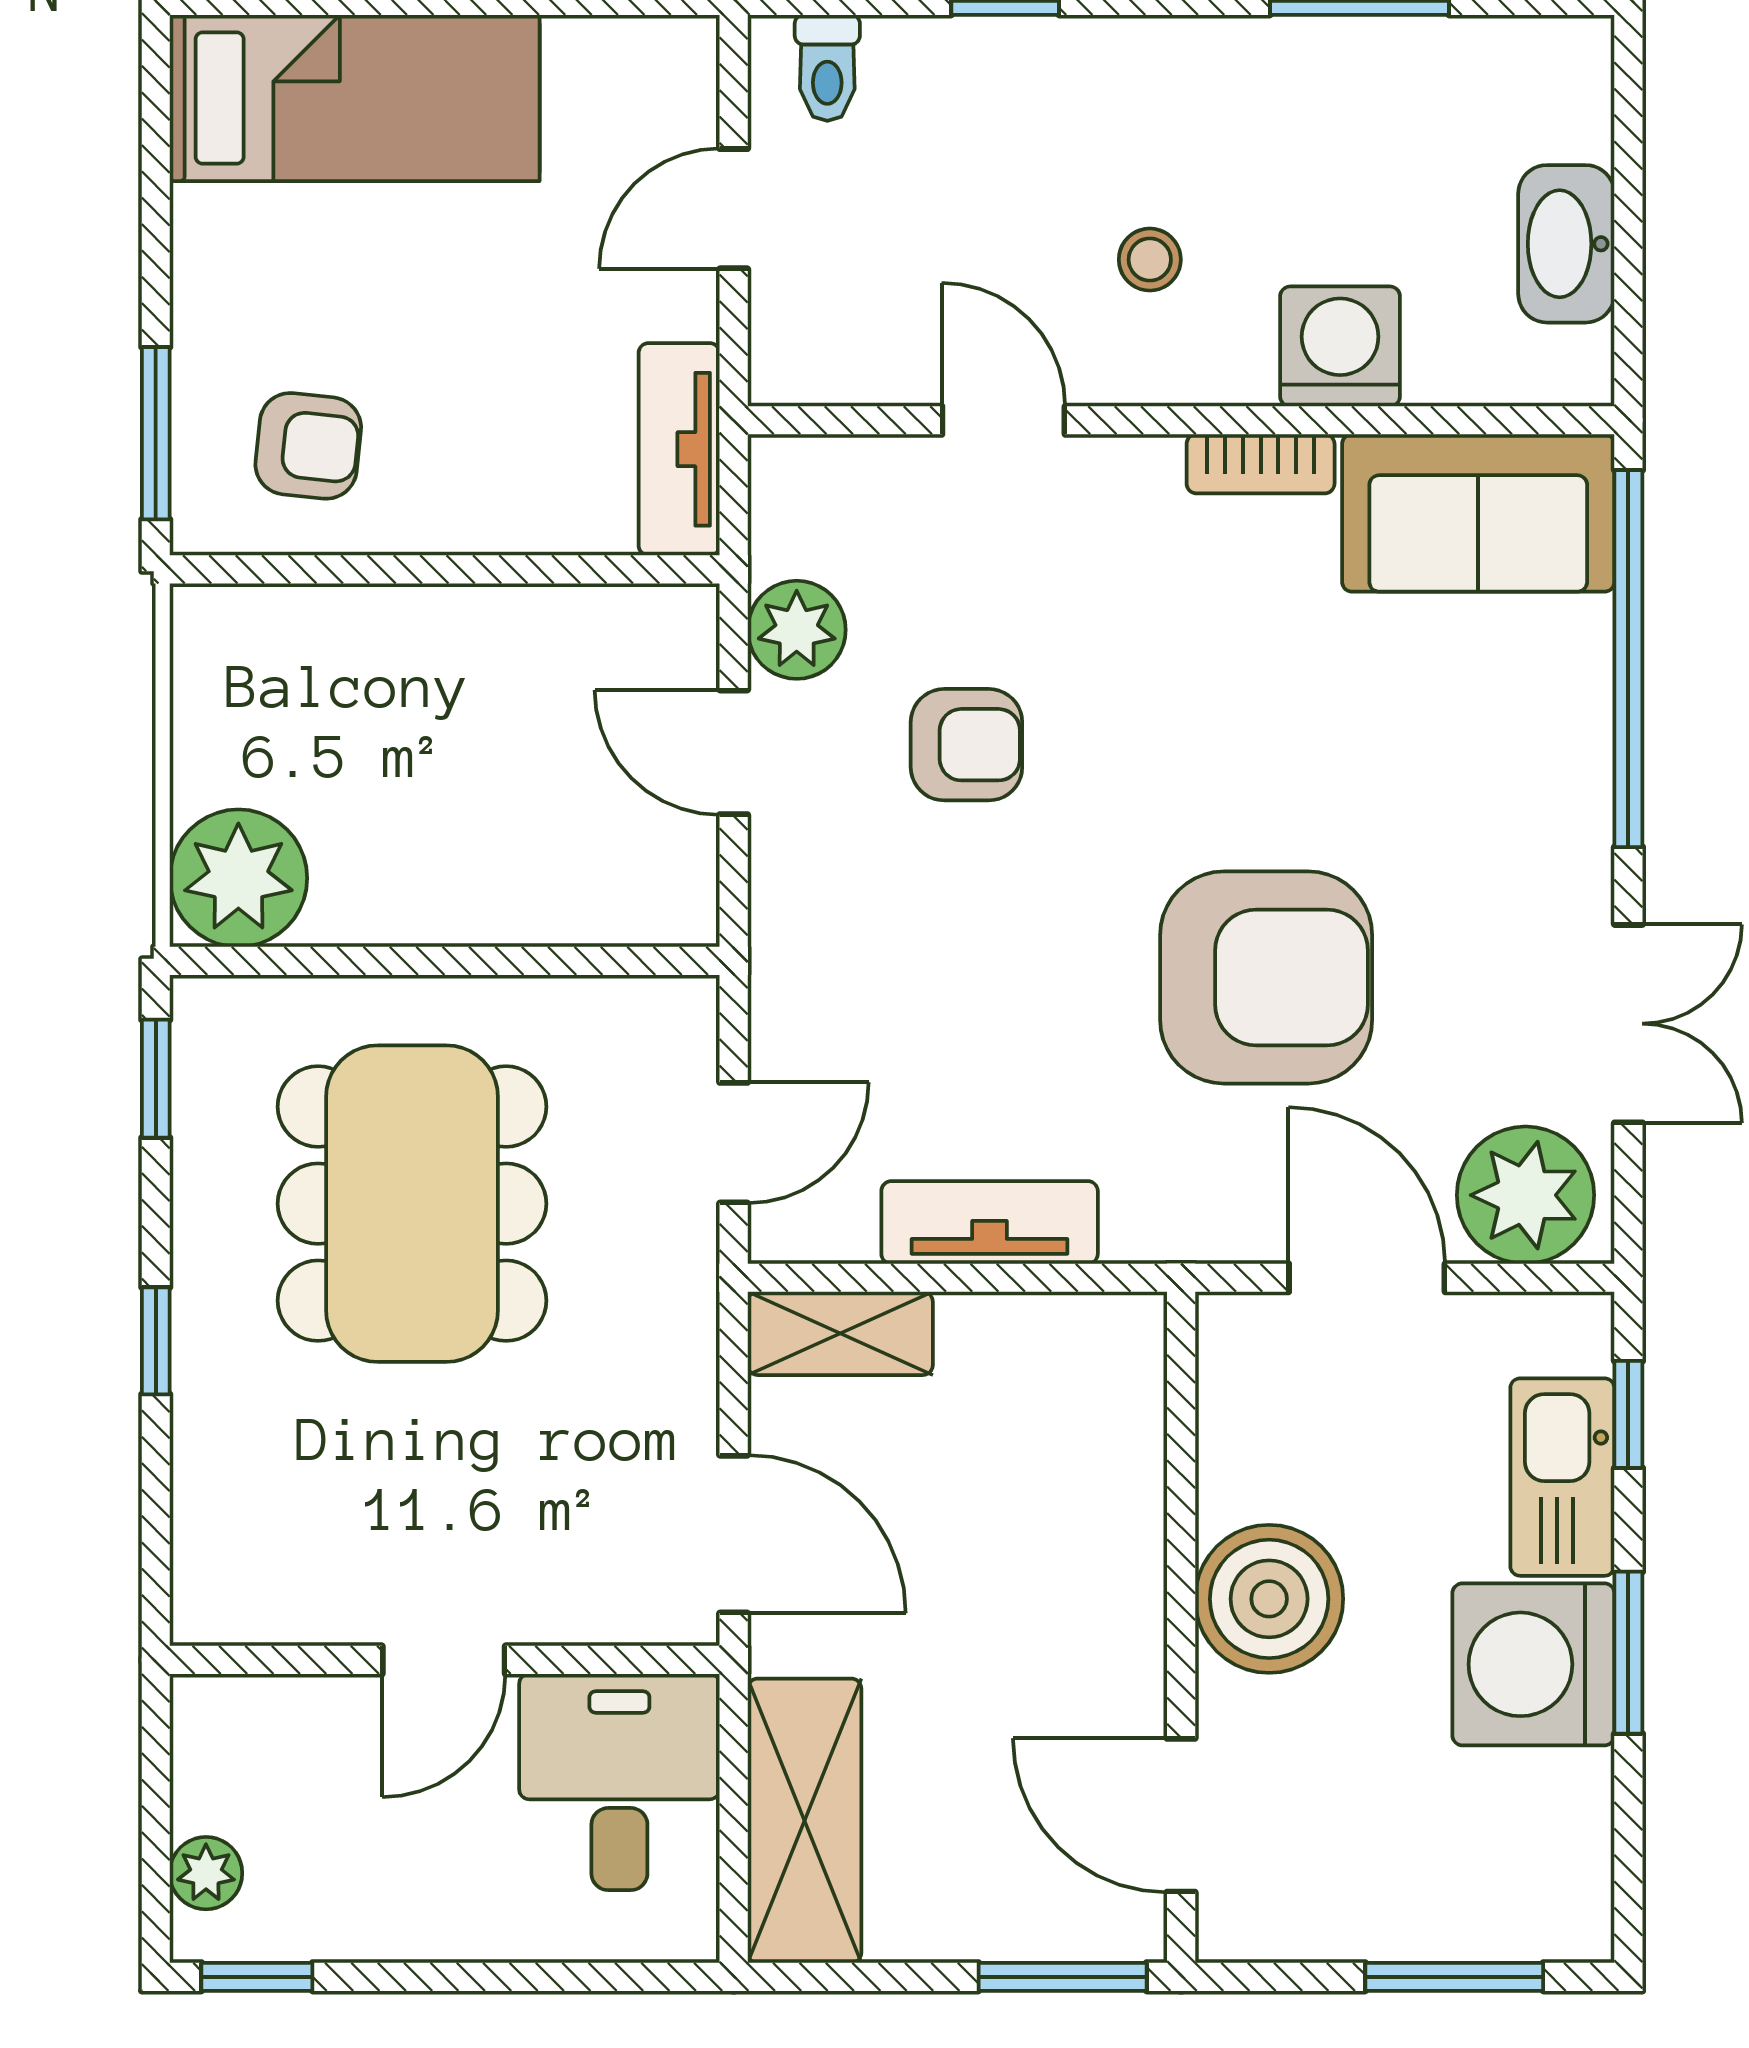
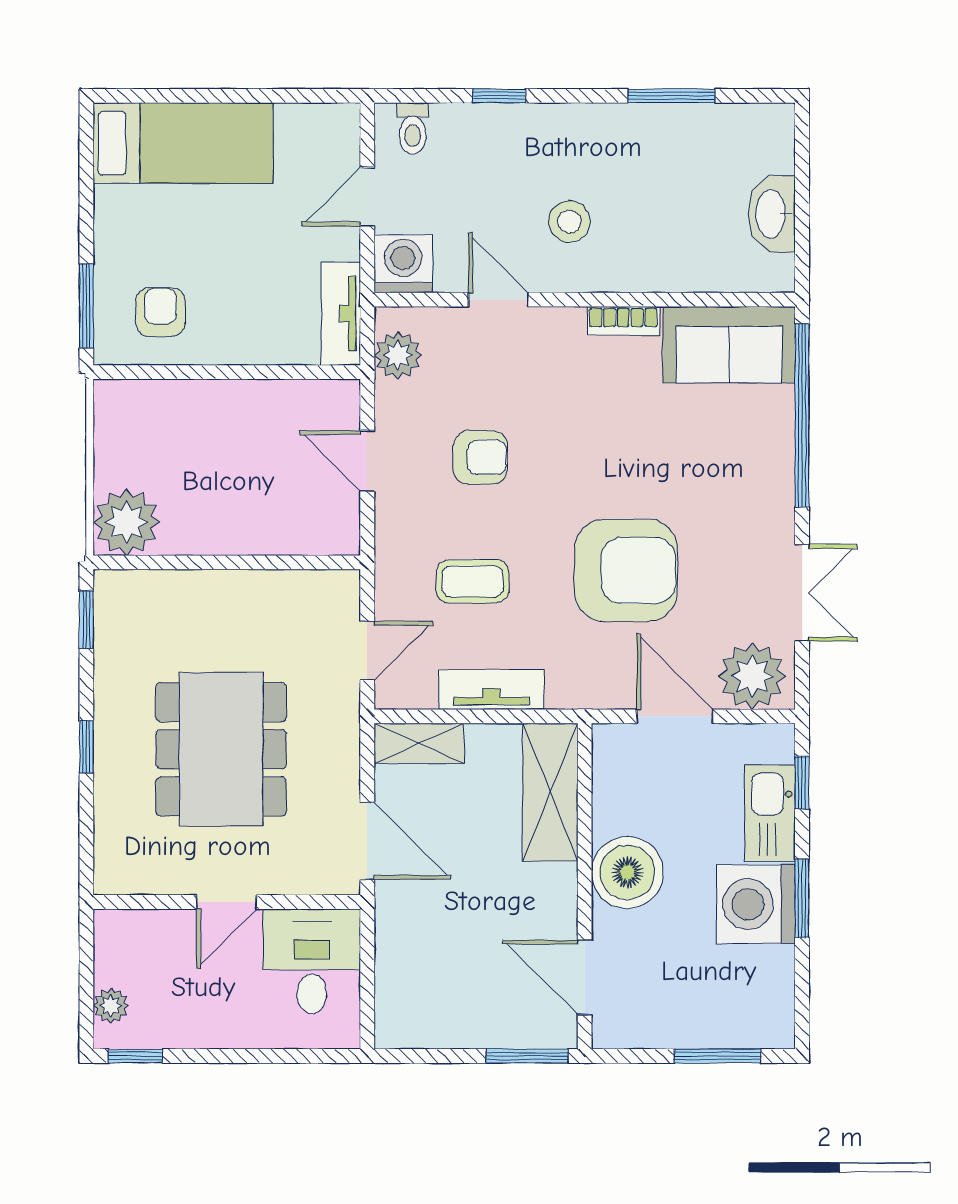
stool: (1150, 260) -> (569, 222), width x1.37, depth x1.37
washing machine: (1340, 346) -> (403, 264), moved
armchair: (308, 446) -> (160, 312), turned -96
plant: (797, 630) -> (398, 355), moved
coffee table: (951, 1000) -> (473, 581), added
dining table: (412, 1204) -> (221, 749), moved
shelving: (804, 1821) -> (550, 792), moved

